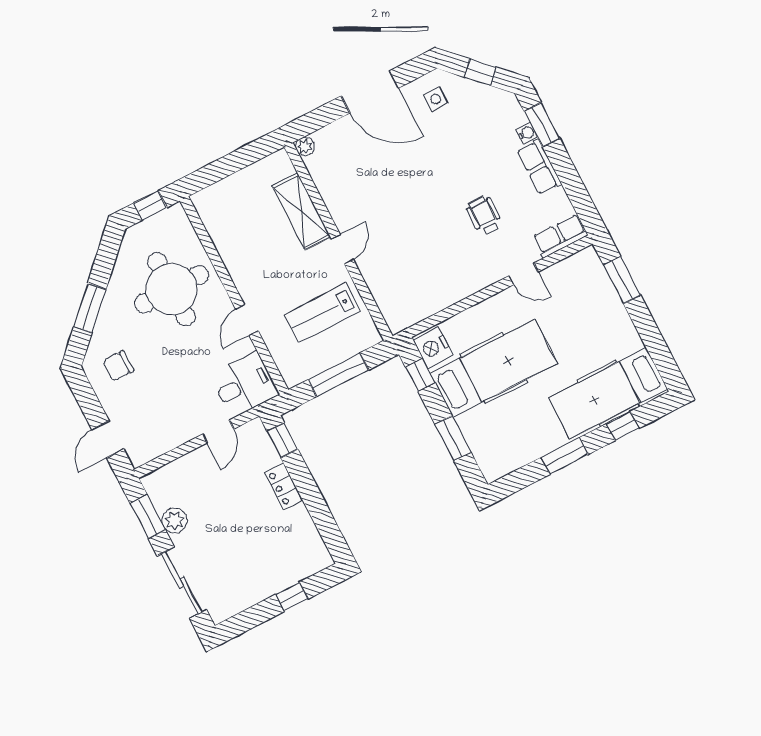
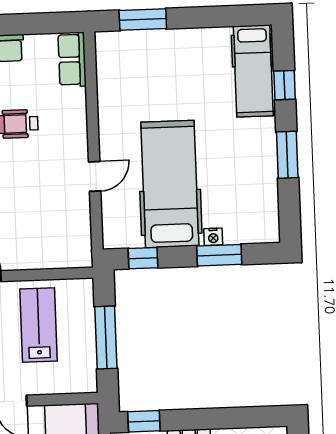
door: (524, 274) -> (95, 176), moved
lab bench: (322, 313) -> (39, 325), turned 180
nightstand: (433, 348) -> (213, 237), moved, width x0.53, depth x0.56
hospital bed: (608, 393) -> (253, 71), width x0.73, depth x0.78

